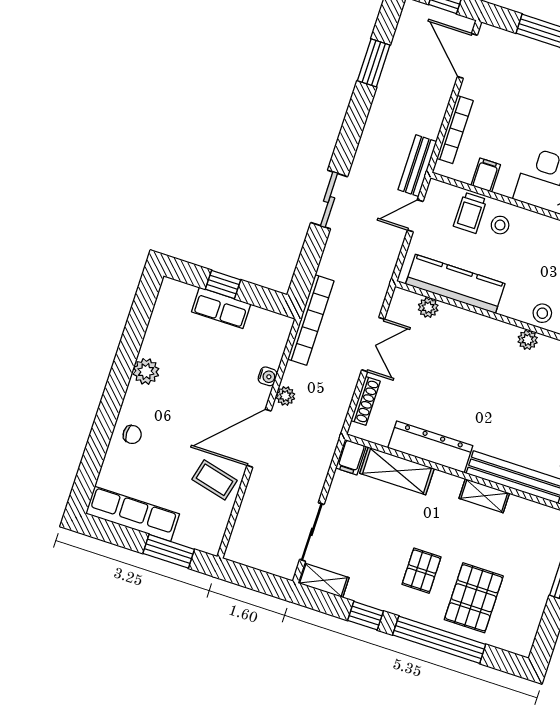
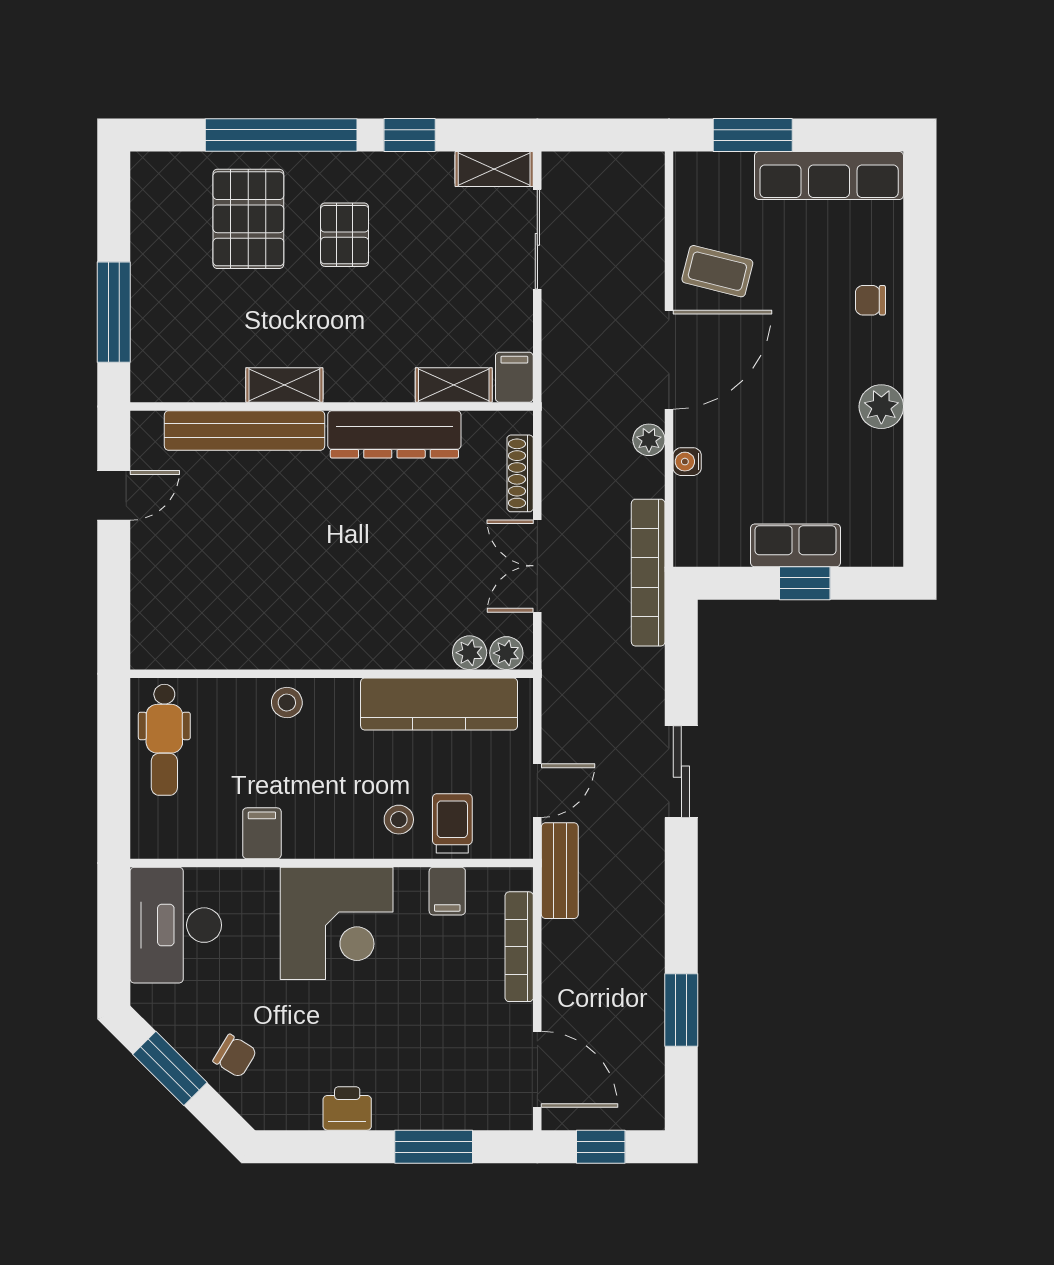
plant: (528, 340) -> (506, 653), moved
shelving: (397, 471) -> (454, 385), width x0.67, depth x0.75

